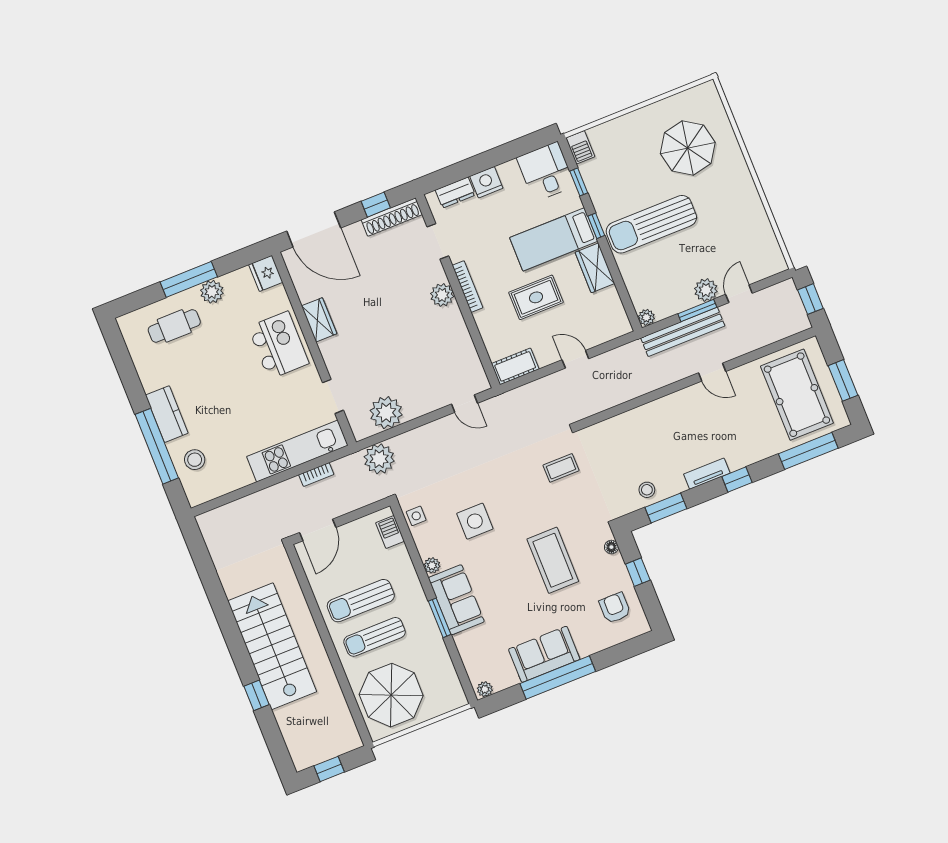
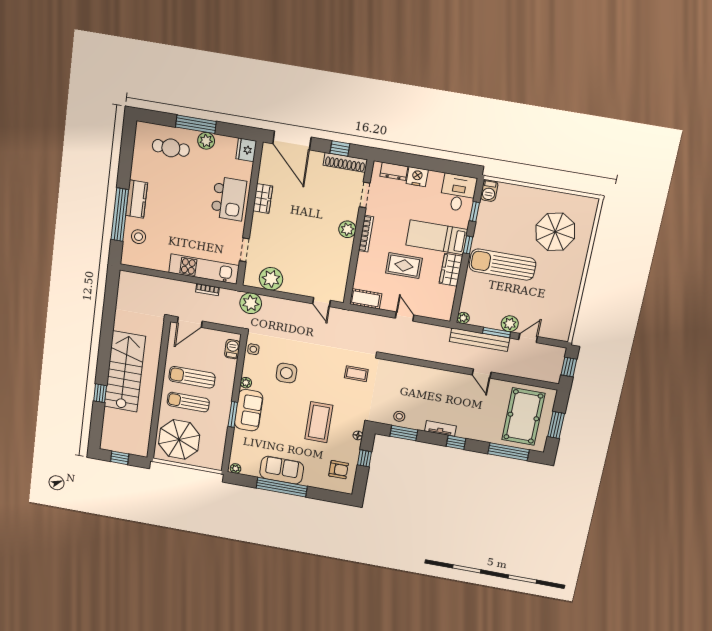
armchair: (615, 608) -> (339, 470), turned 90

